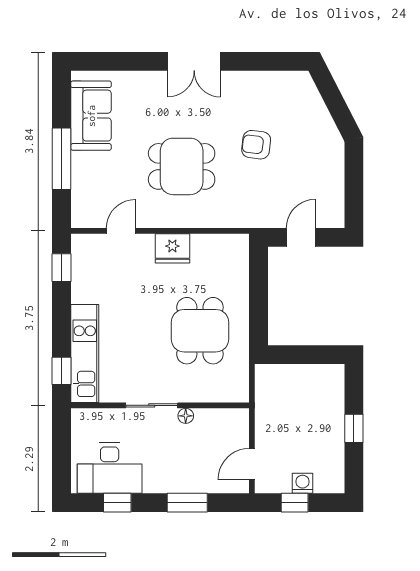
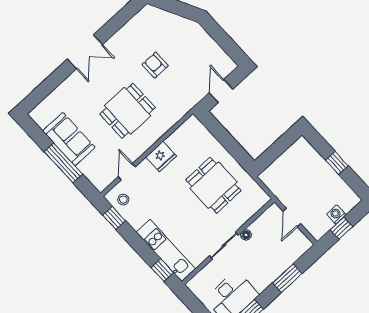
sofa: (91, 116) -> (69, 139), moved
armchair: (256, 145) -> (155, 65), turned 83
stool: (90, 257) -> (123, 200), added
door: (252, 464) -> (292, 217), moved

